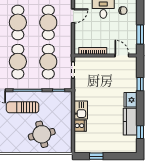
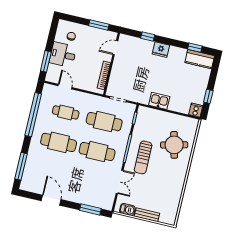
cafe table: (48, 22) -> (66, 112), width x0.73, depth x0.74
kitchen counter: (130, 122) -> (200, 59), moved
cooker: (80, 126) -> (196, 110), moved

